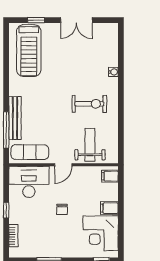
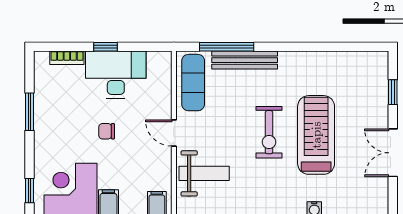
treadmill: (29, 51) -> (316, 135), moved, turned 90
exercise bike: (89, 104) -> (269, 132), moved
desk: (29, 182) -> (116, 75), moved, turned -90

